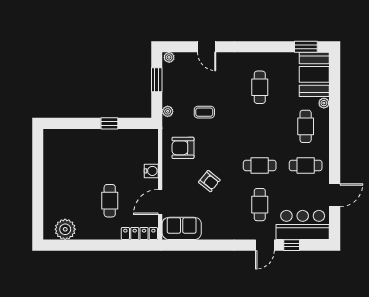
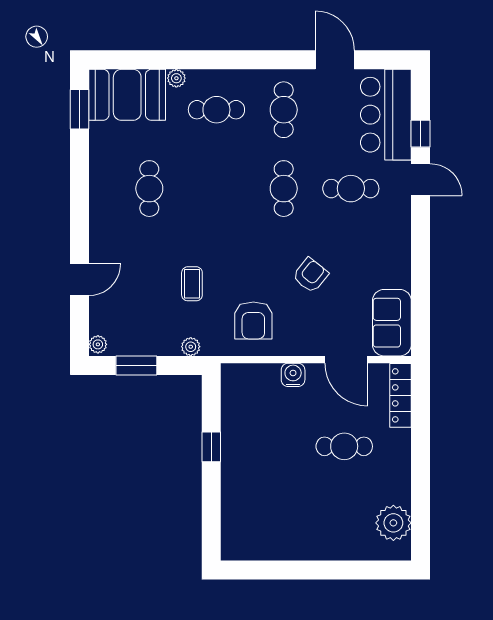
cafe table: (260, 87) -> (149, 189), turned 90

